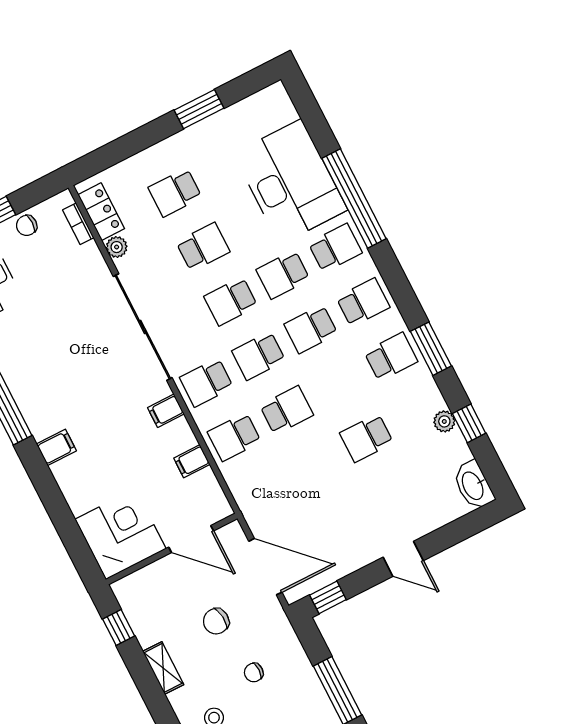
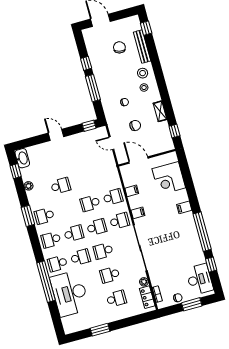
school desk: (231, 301) -> (103, 251), turned 180
window: (469, 423) -> (16, 171), moved
corner desk: (121, 534) -> (169, 178), moved
door: (265, 567) -> (111, 143), width x0.53

